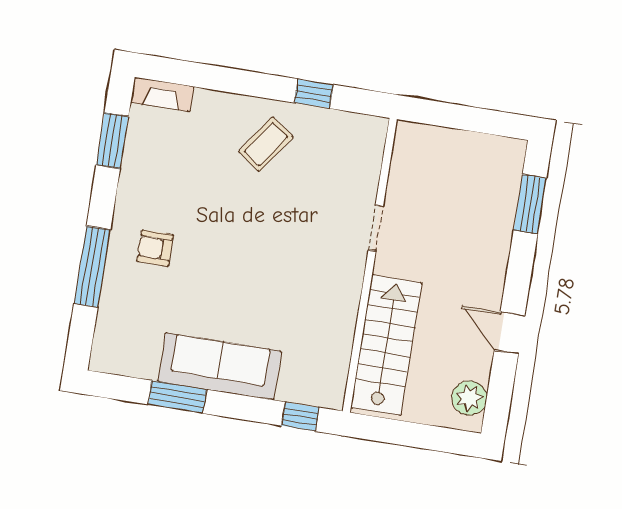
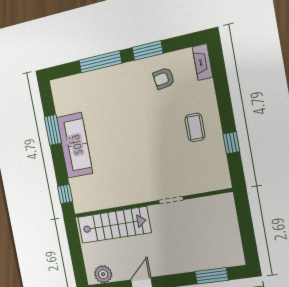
window: (112, 141) -> (148, 51), moved
coffee table: (266, 144) -> (195, 127), turned 55
armchair: (155, 248) -> (164, 78), moved, turned -98

